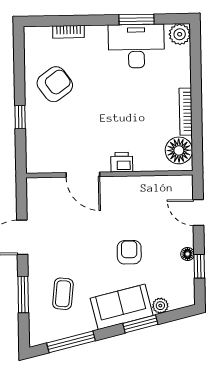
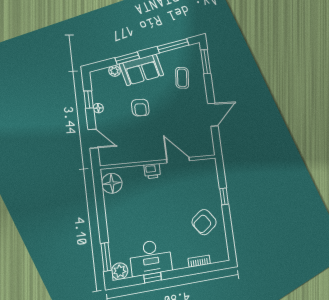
window: (137, 19) -> (153, 278), width x0.67
window: (196, 55) -> (106, 257), added
bookcase: (186, 112) -> (110, 213), removed
window: (23, 295) -> (206, 62), moved

